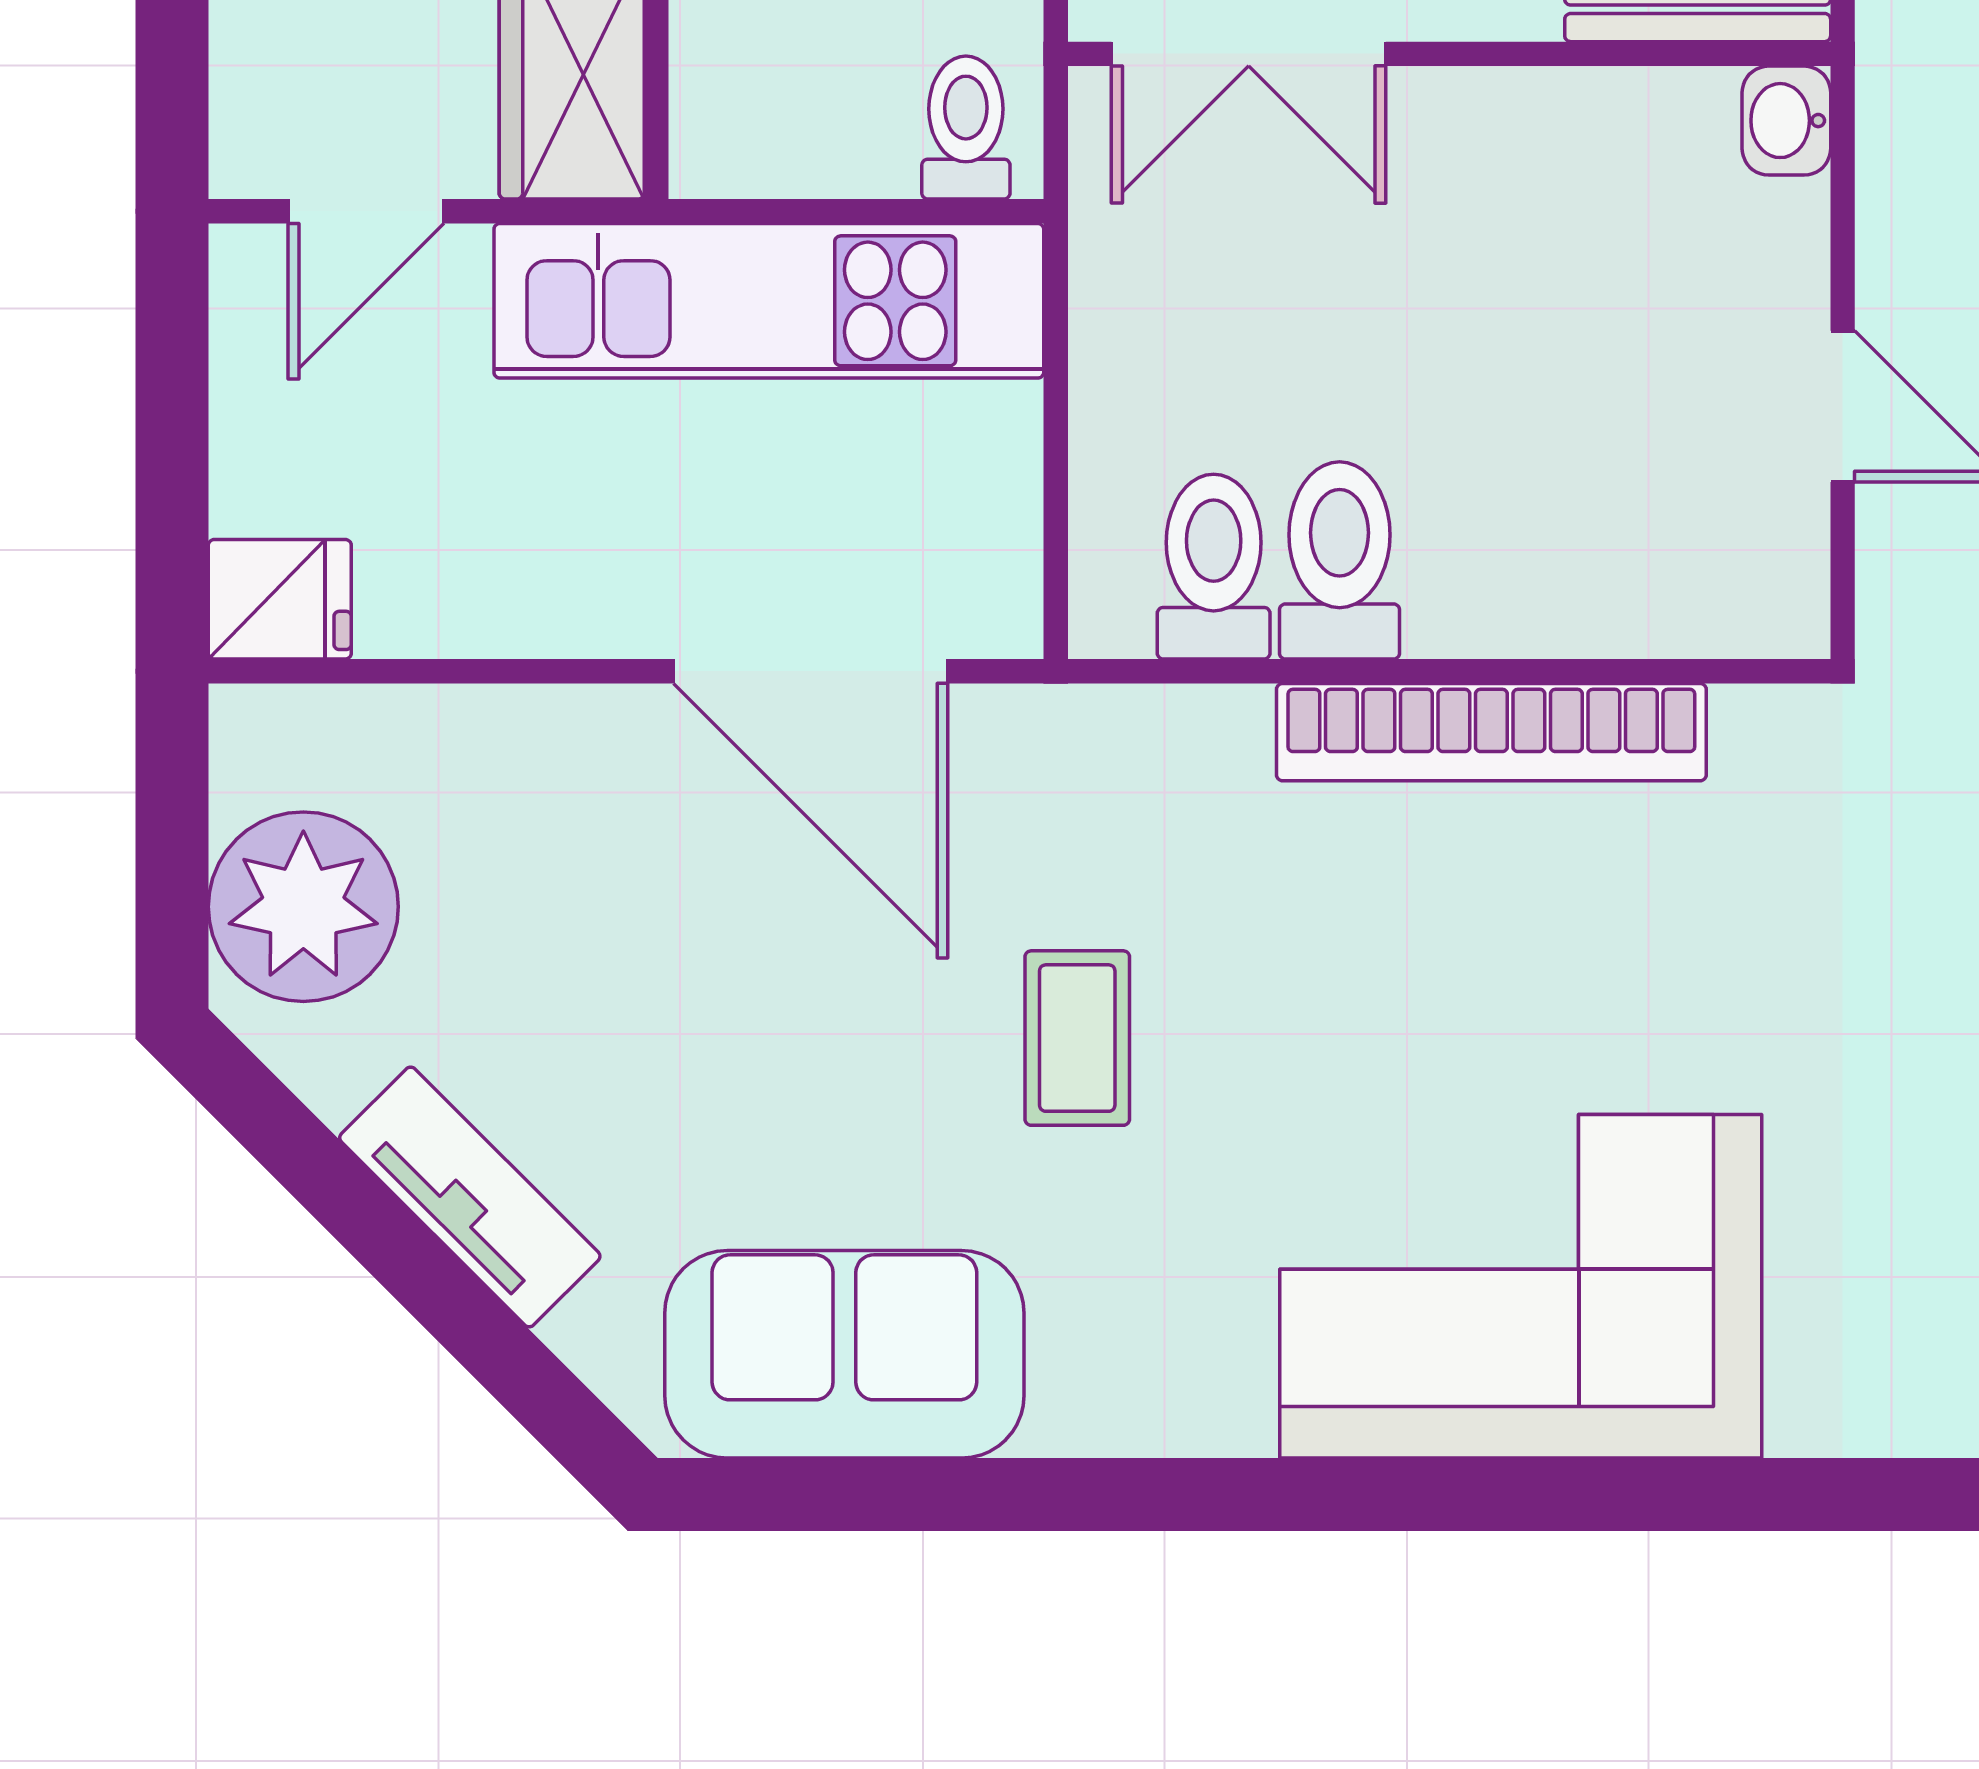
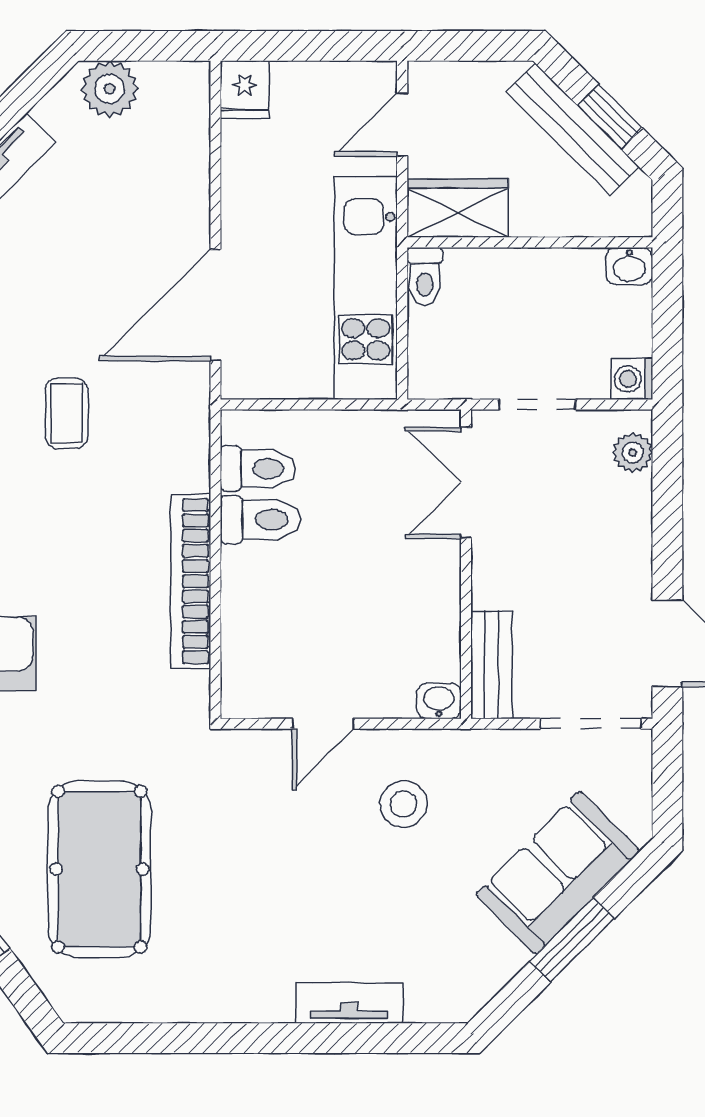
toilet: (966, 128) -> (425, 276), moved, turned 90
door: (366, 211) -> (402, 125), hinge flipped
plant: (303, 907) -> (110, 89), width x0.73, depth x0.73
coffee table: (1077, 1038) -> (67, 413), turned 90

